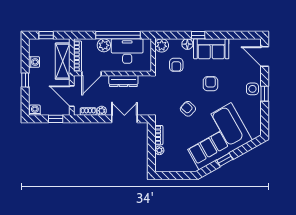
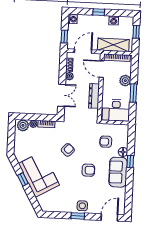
window: (118, 35) -> (133, 93), width x0.47
plant: (162, 45) -> (23, 125), moved
desk: (127, 51) -> (116, 110), moved, turned 90
corner sofa: (215, 136) -> (39, 174), width x0.73, depth x0.74

